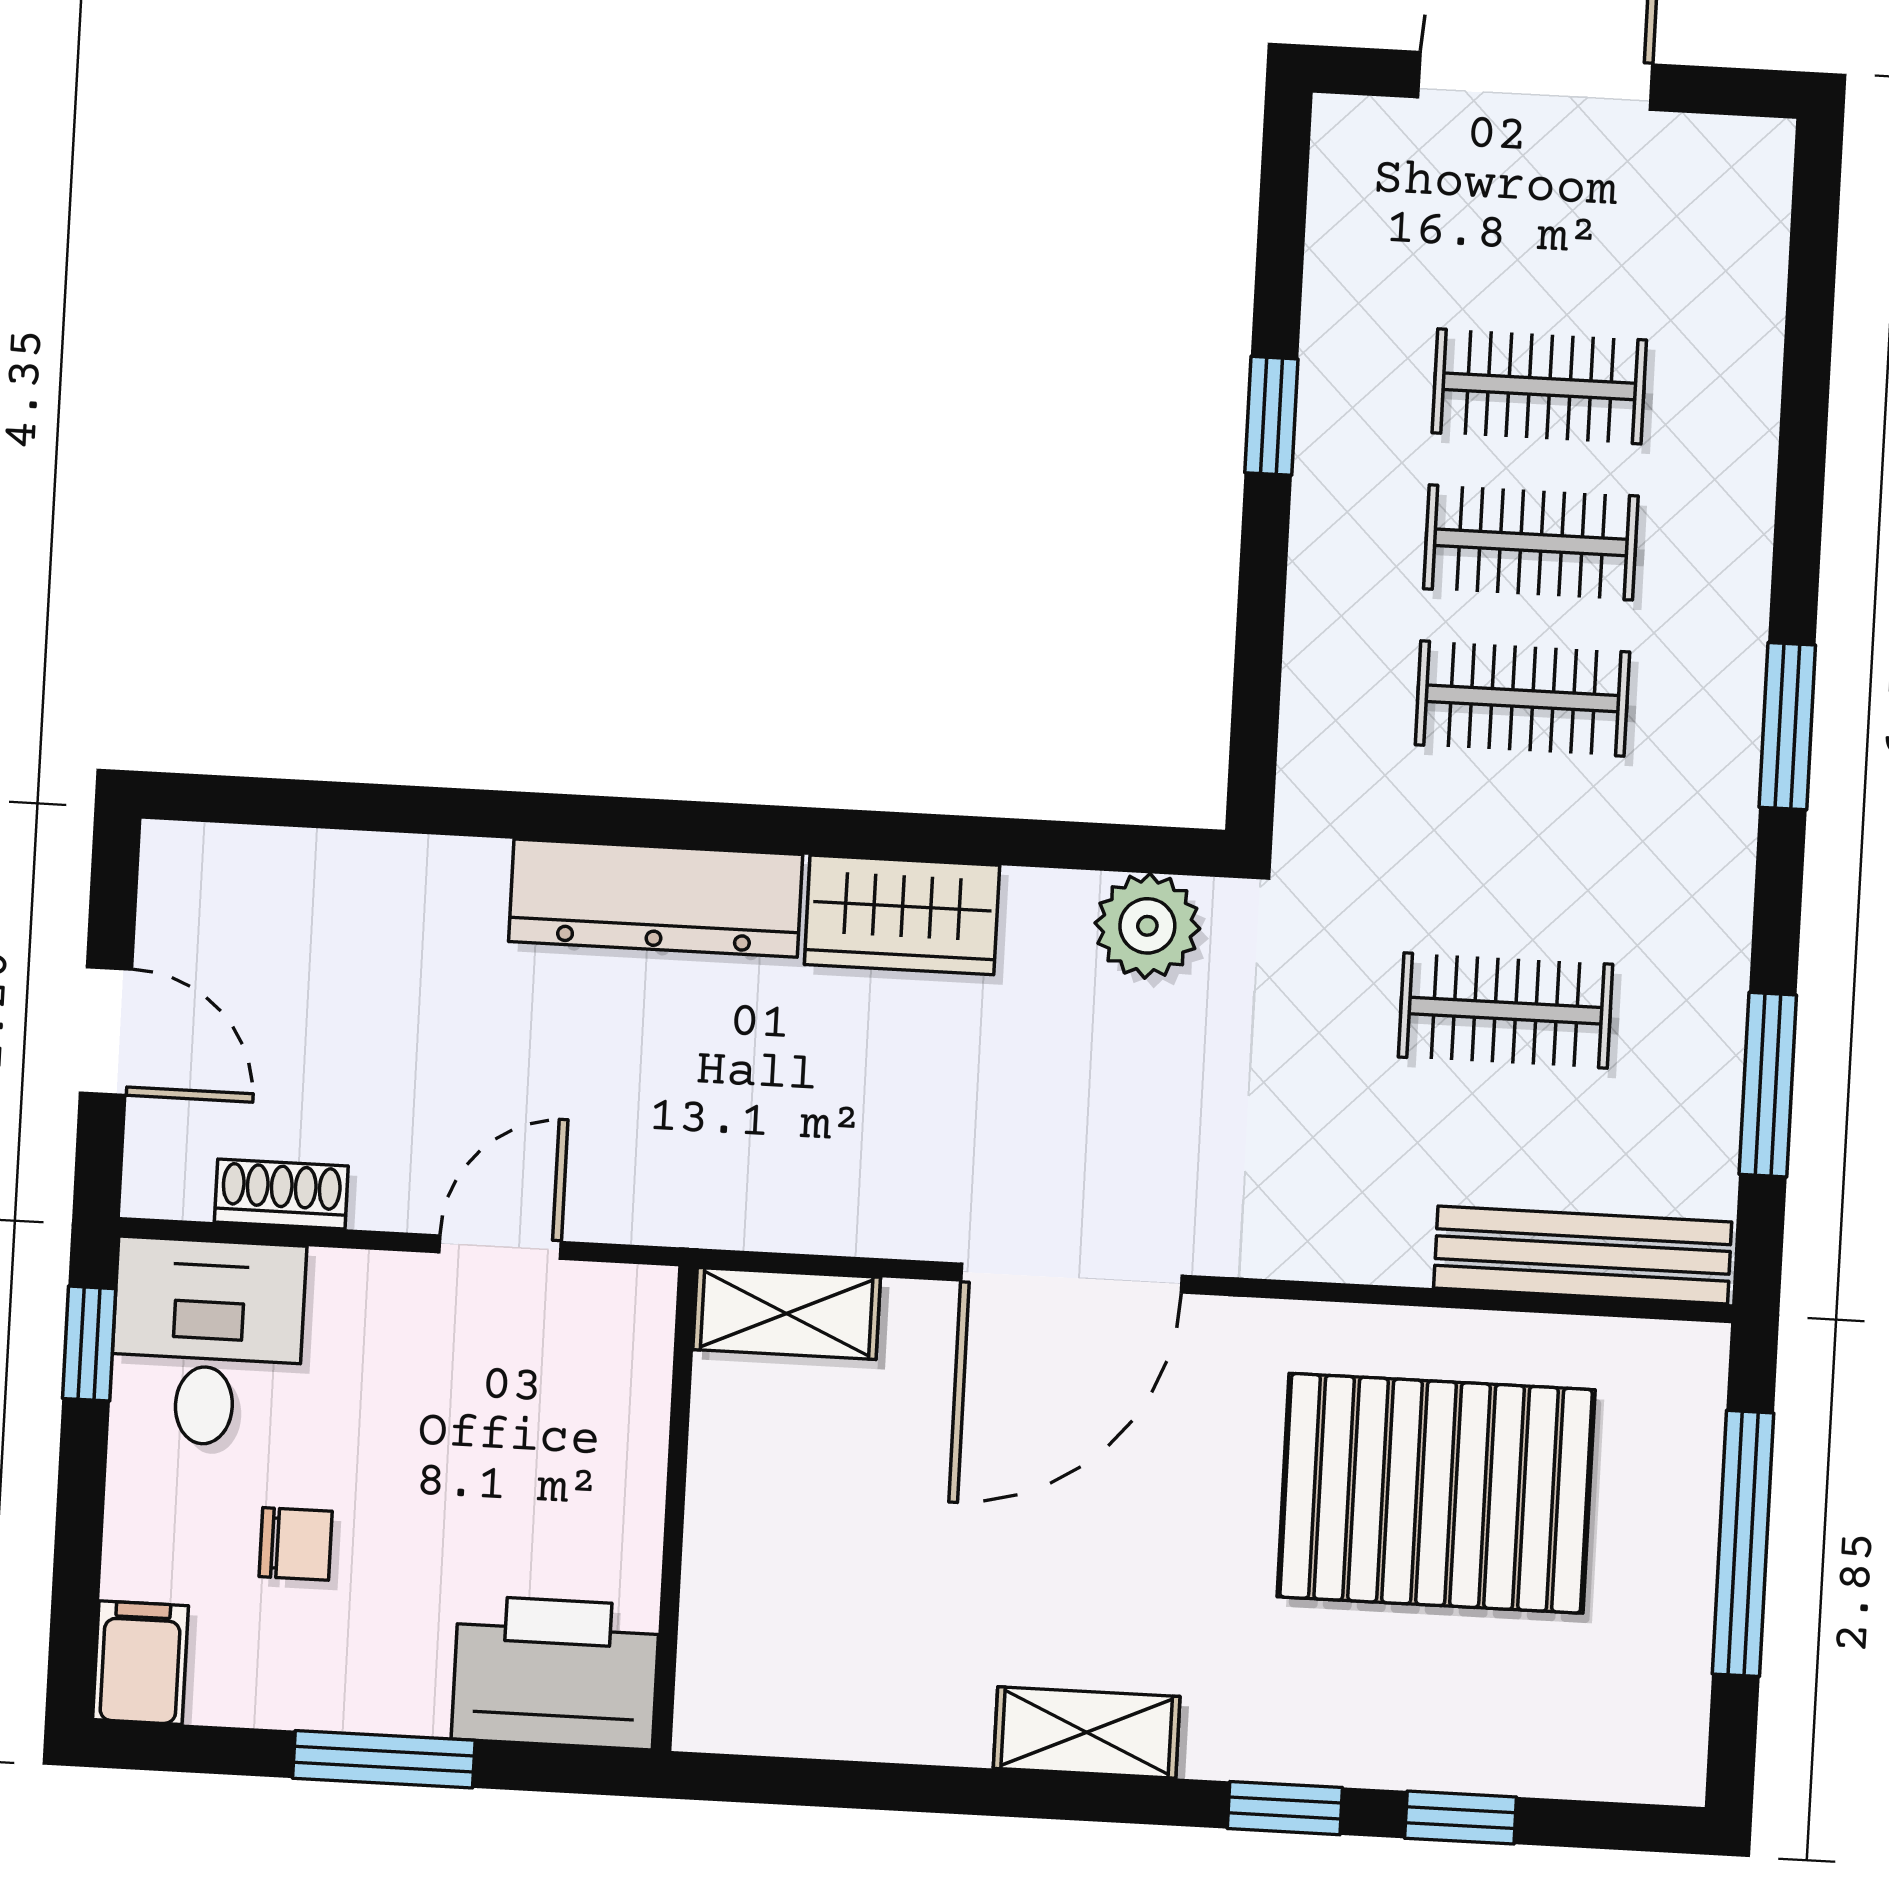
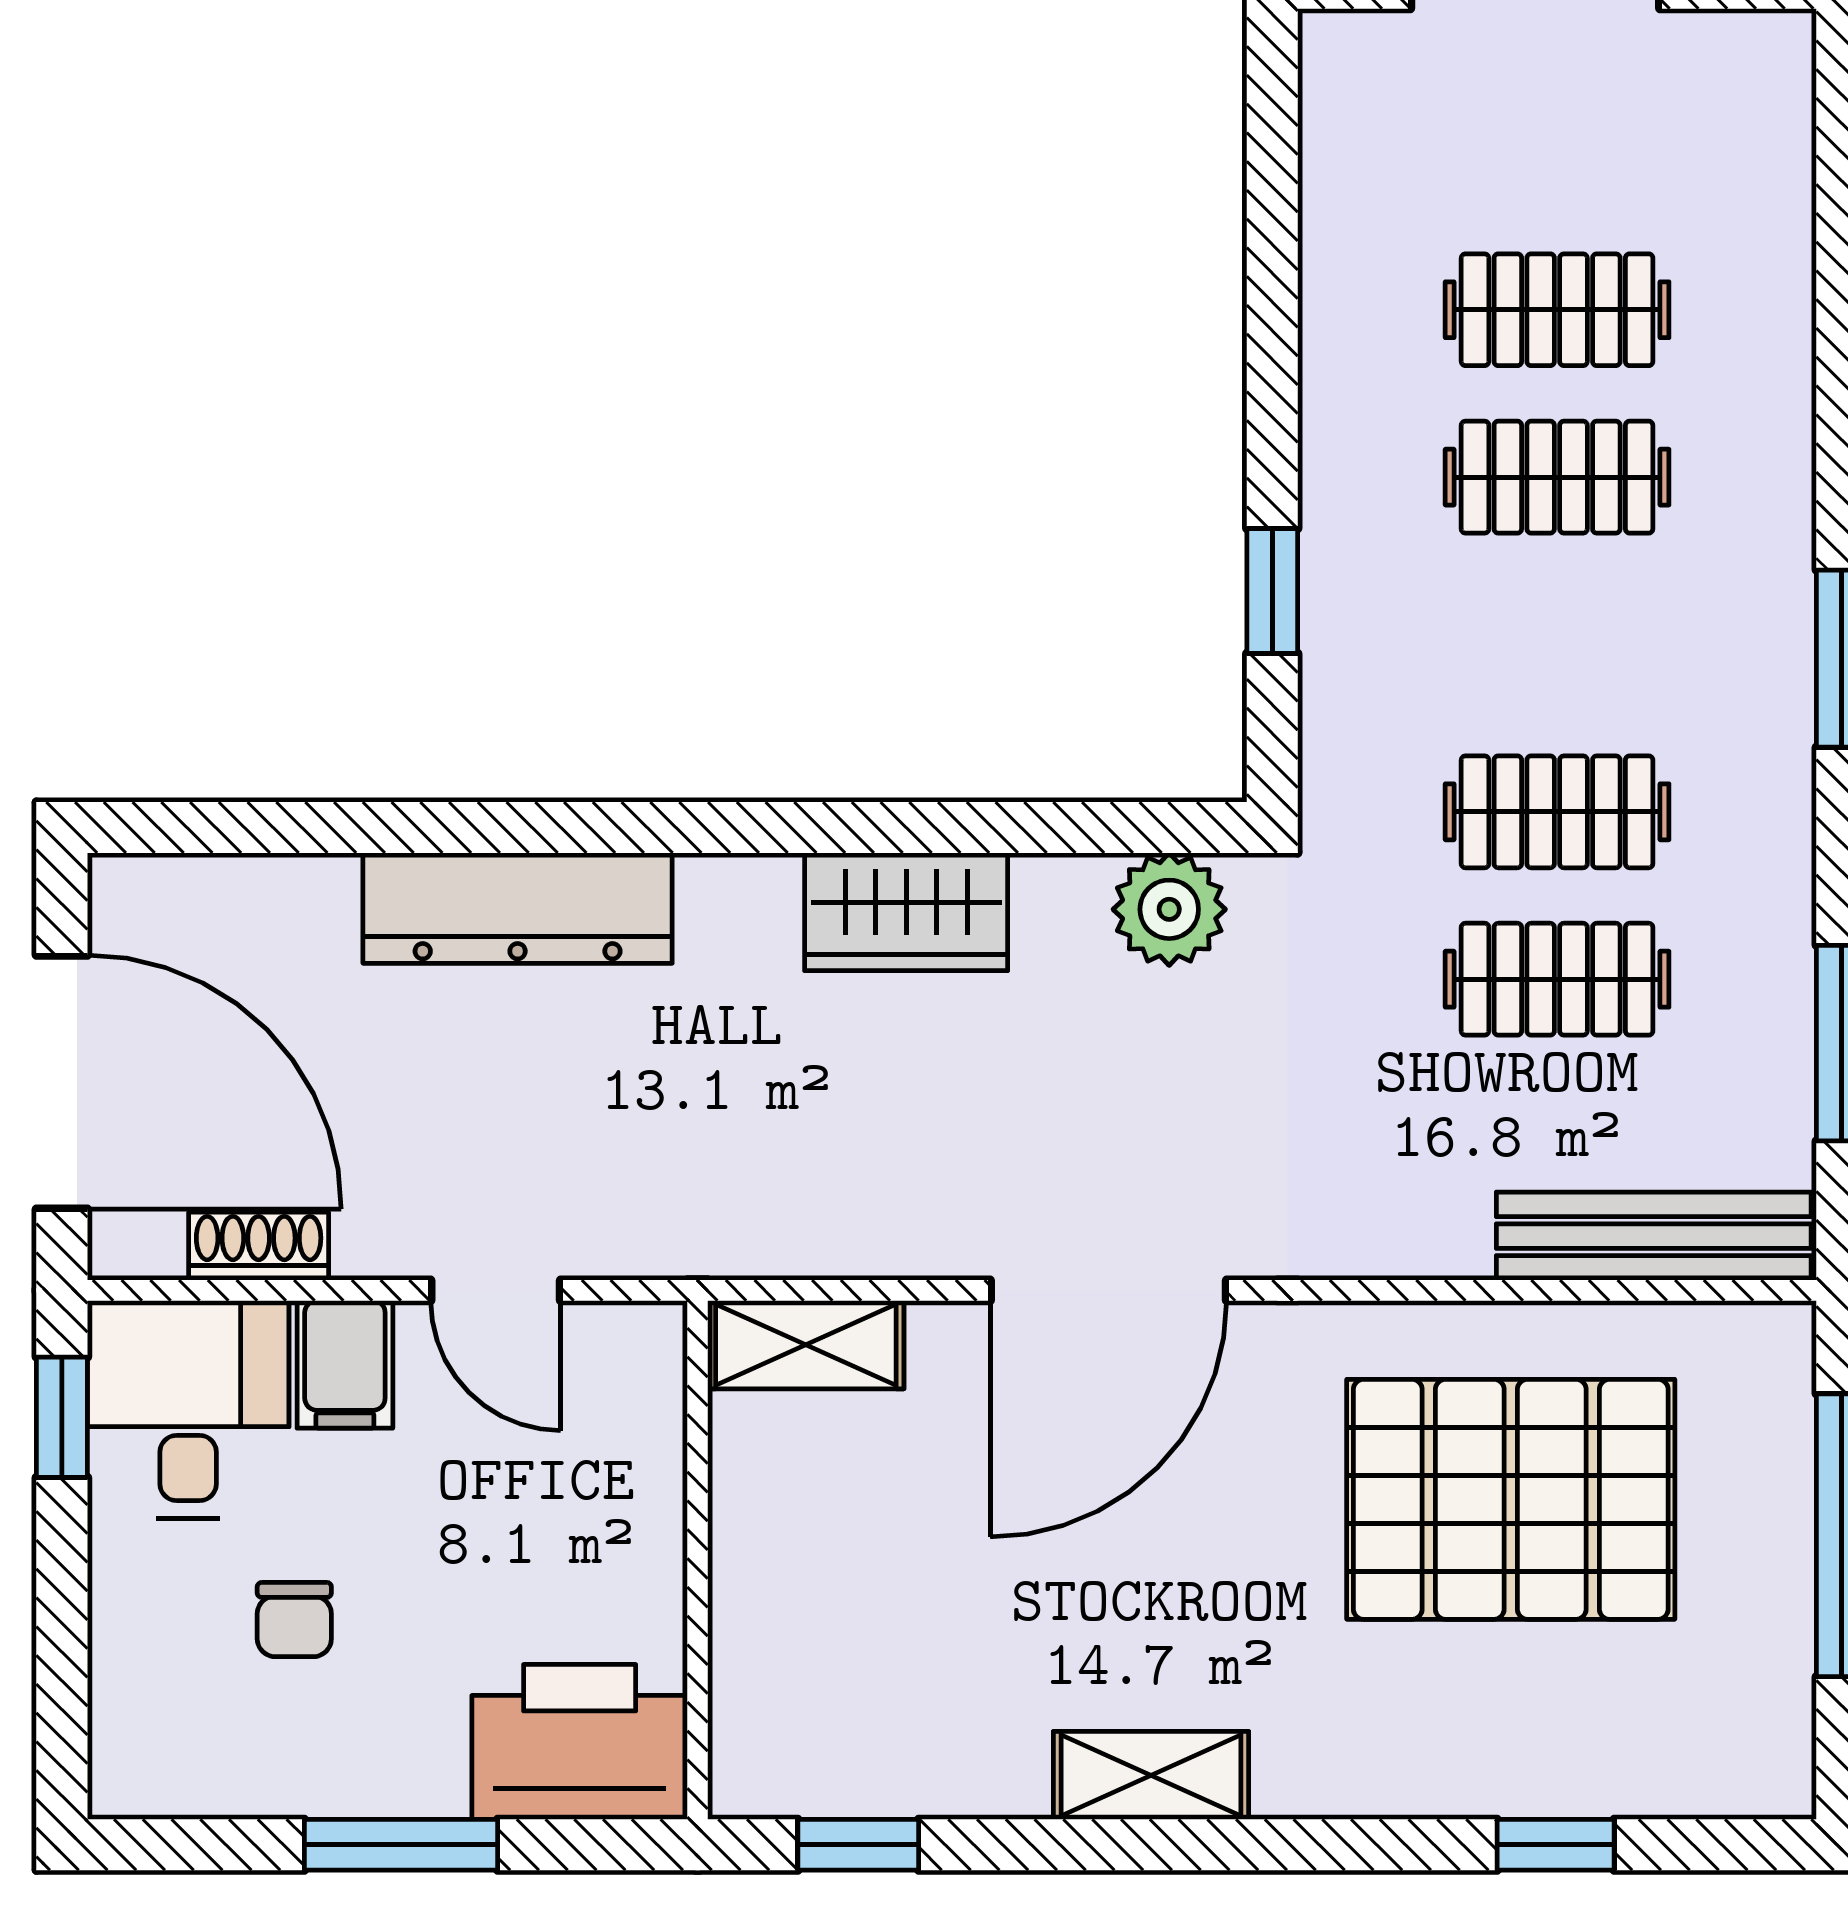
window: (1271, 416) -> (1272, 591), moved
clothes rail: (1522, 698) -> (1557, 812), moved
dresser: (656, 898) -> (518, 908), moved
door: (106, 1031) -> (62, 1082), width x1.87
door: (500, 1247) -> (496, 1290), swing flipped
chair: (296, 1544) -> (294, 1620), turned 90
filing cabinet: (140, 1663) -> (345, 1364), moved, turned 180
window: (1285, 1808) -> (858, 1845), moved

